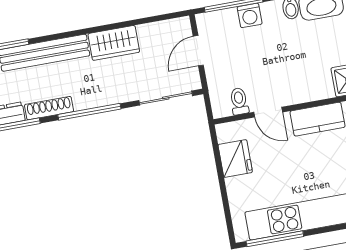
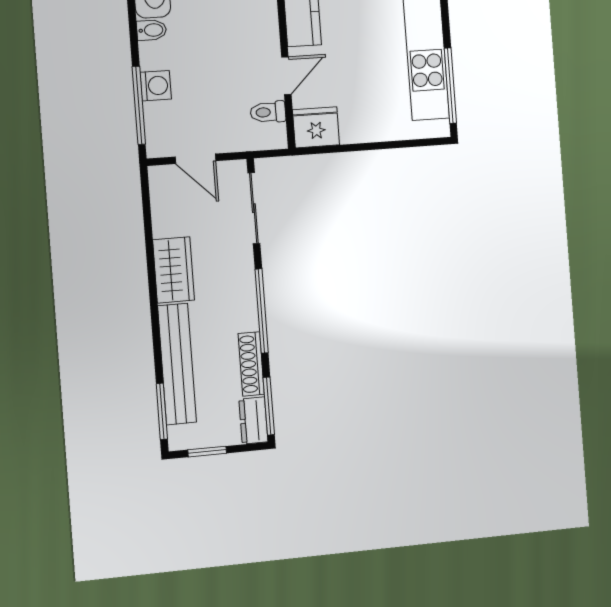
fridge: (235, 158) -> (316, 127), moved

